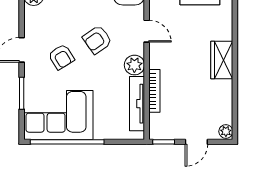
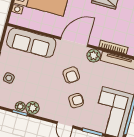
door: (147, 31) -> (74, 42), width x1.87

